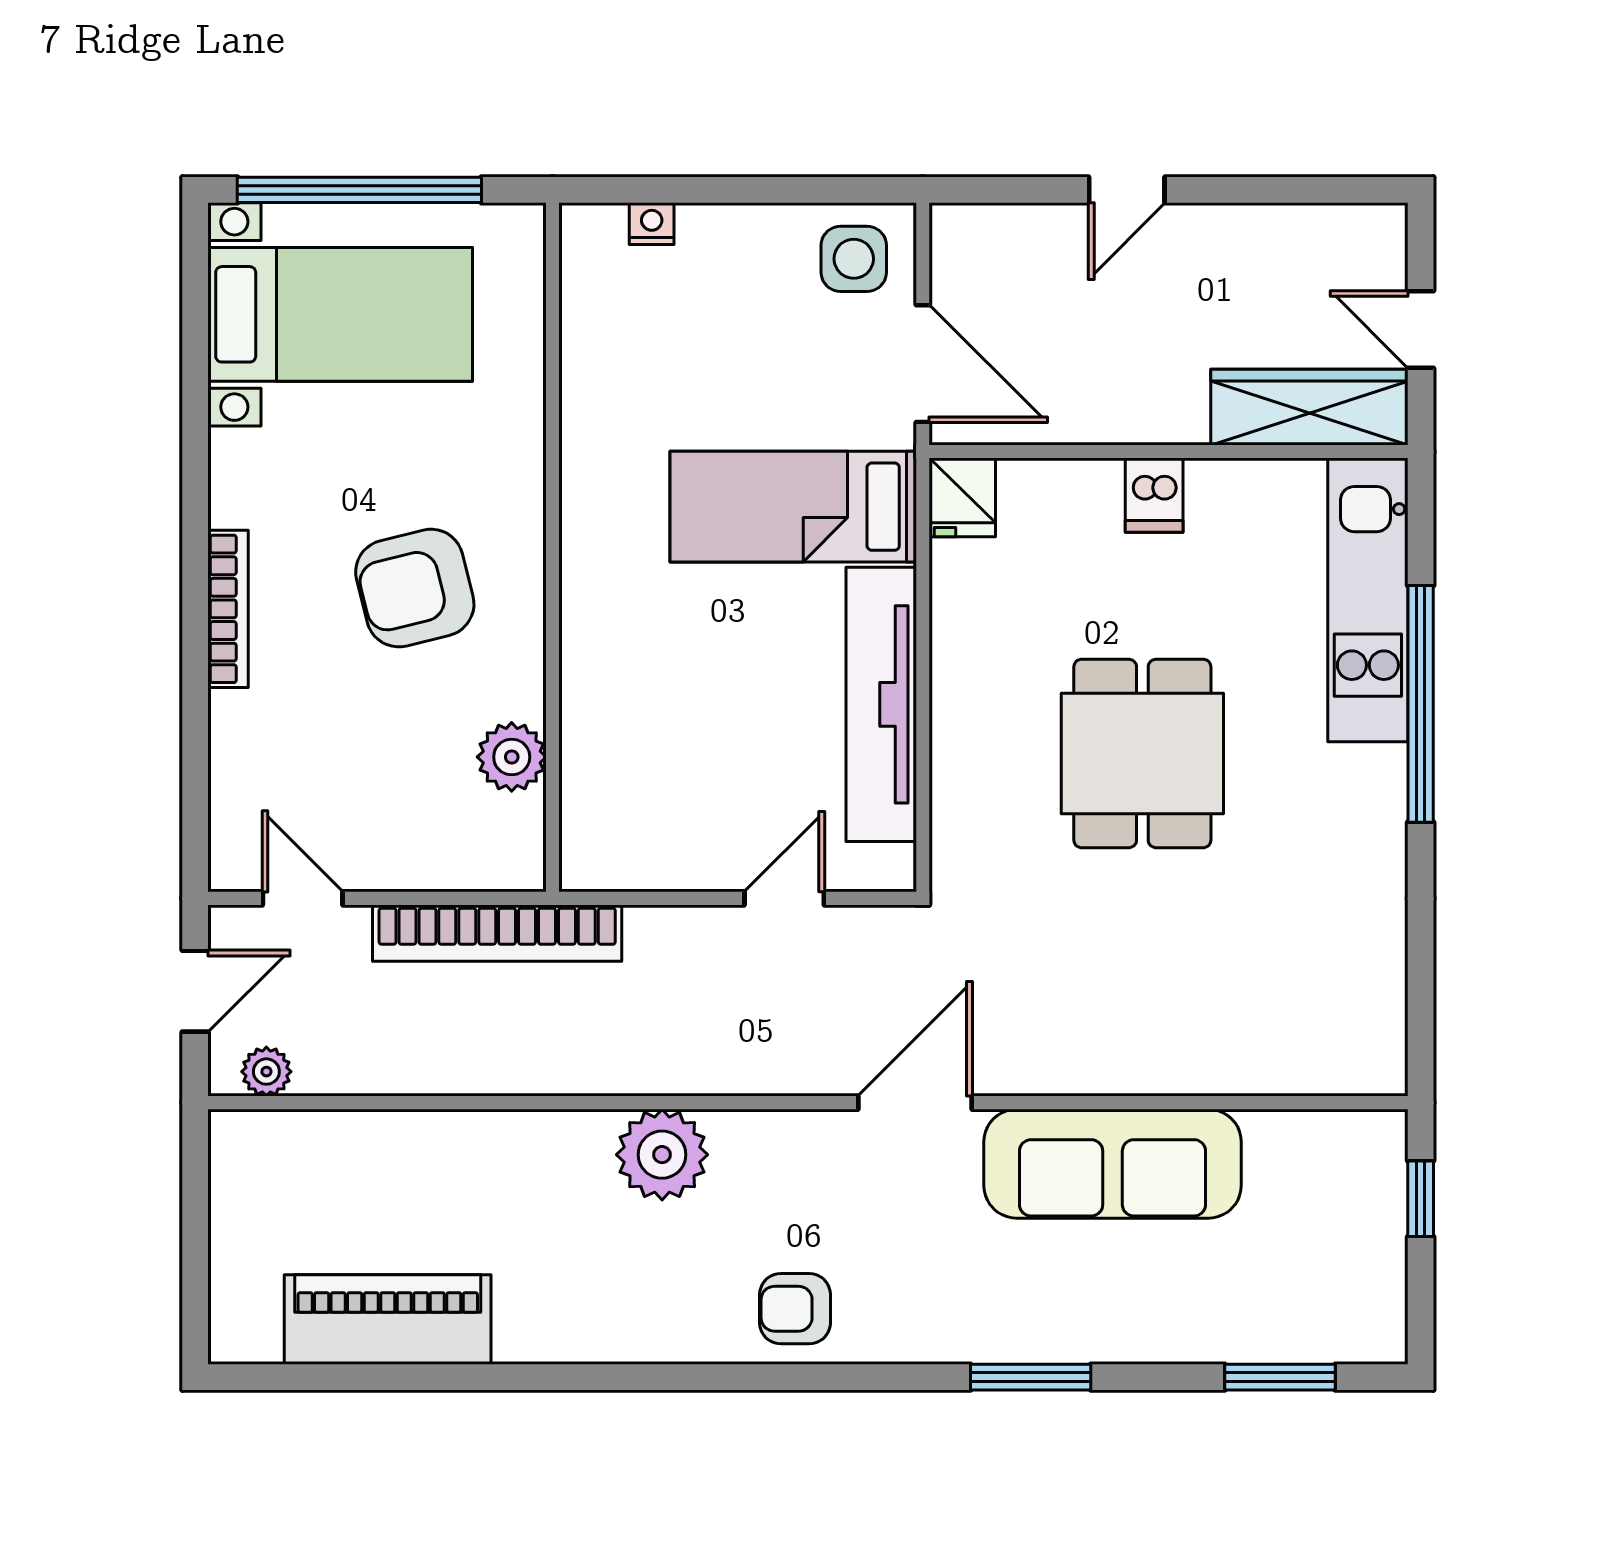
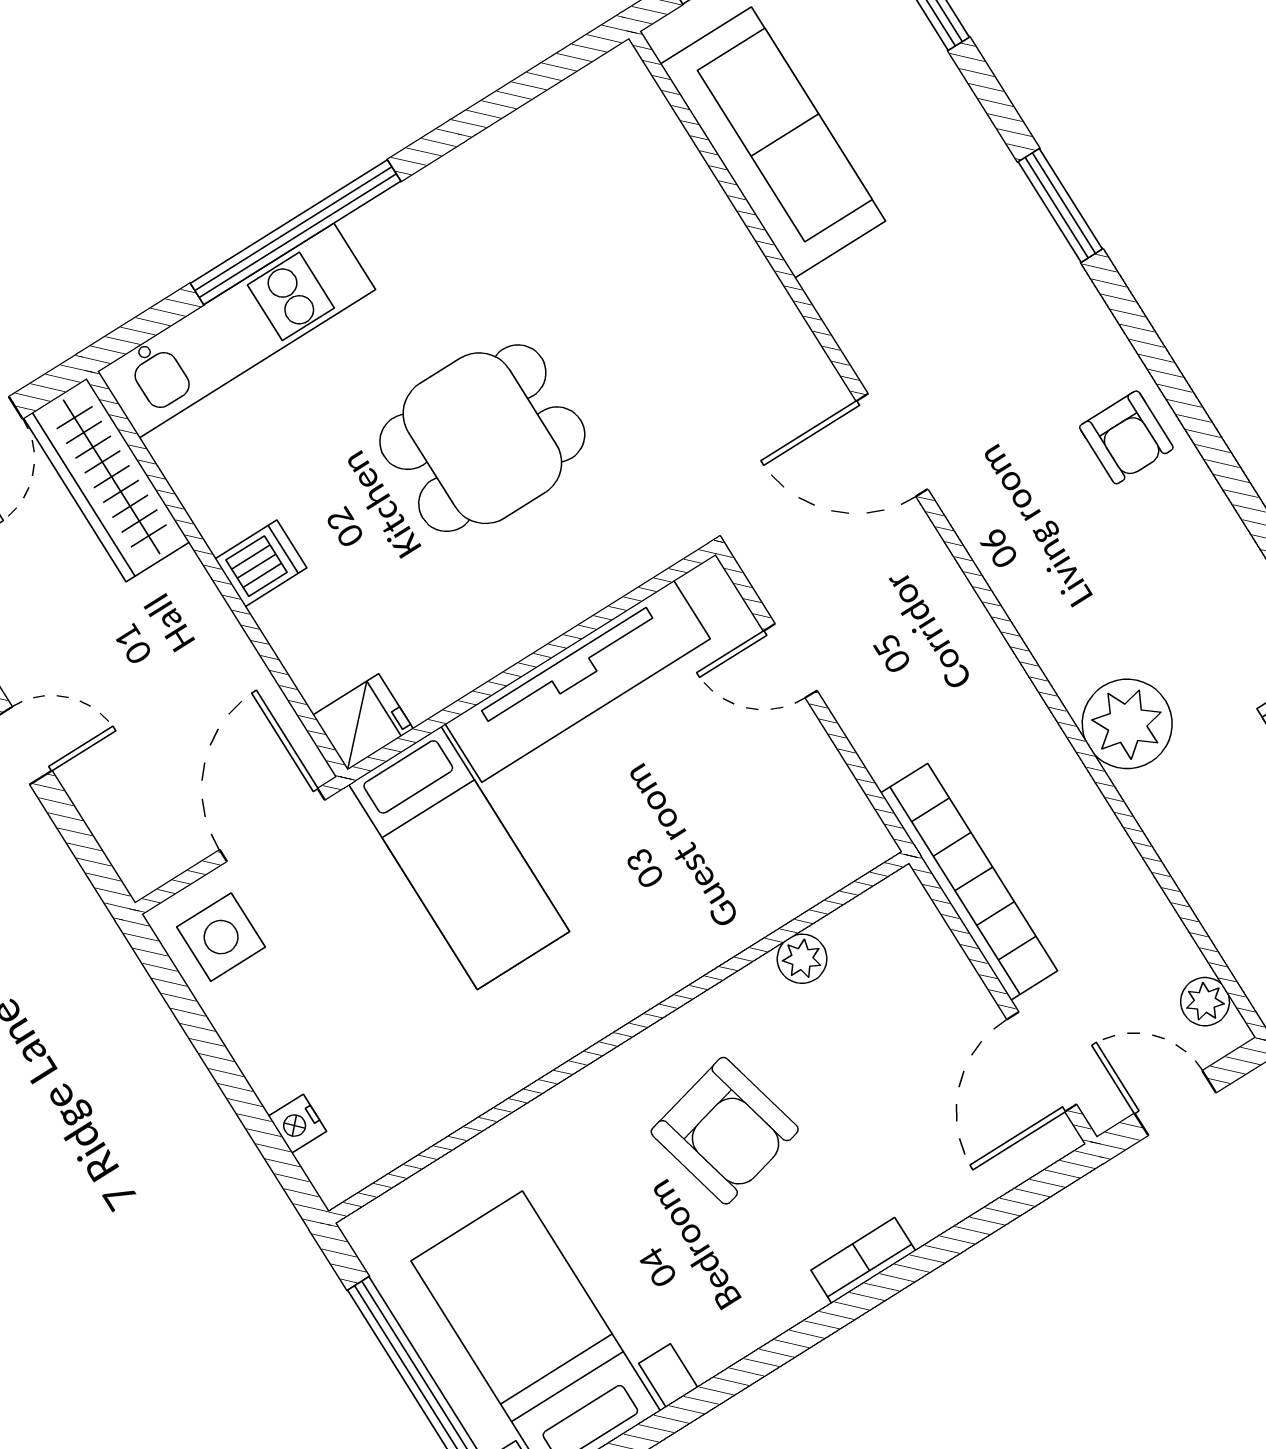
bookcase: (228, 609) -> (863, 1261), width x0.64
plant: (512, 757) -> (802, 959), width x0.73, depth x0.73
door: (303, 898) -> (1042, 1062), width x1.38
plant: (662, 1155) -> (1127, 724), moved
sofa: (1113, 1164) -> (773, 142), moved

